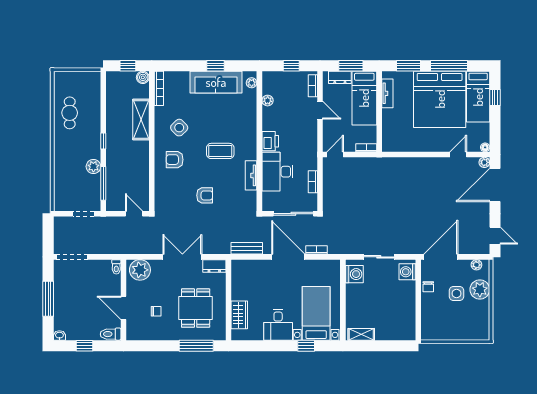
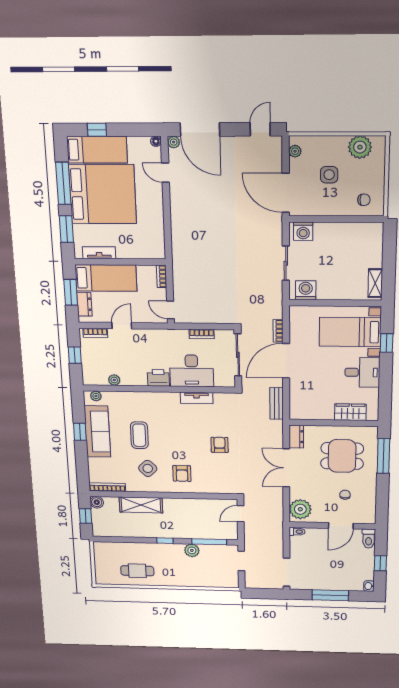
coffee table: (220, 151) -> (139, 435), moved
chair: (428, 287) -> (364, 200), moved
plant: (480, 290) -> (360, 147), moved

